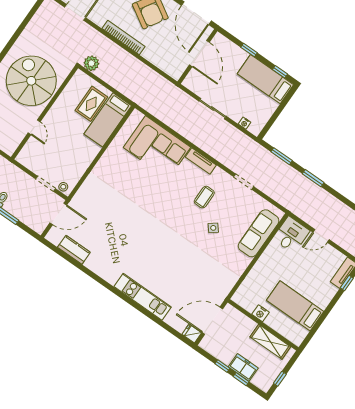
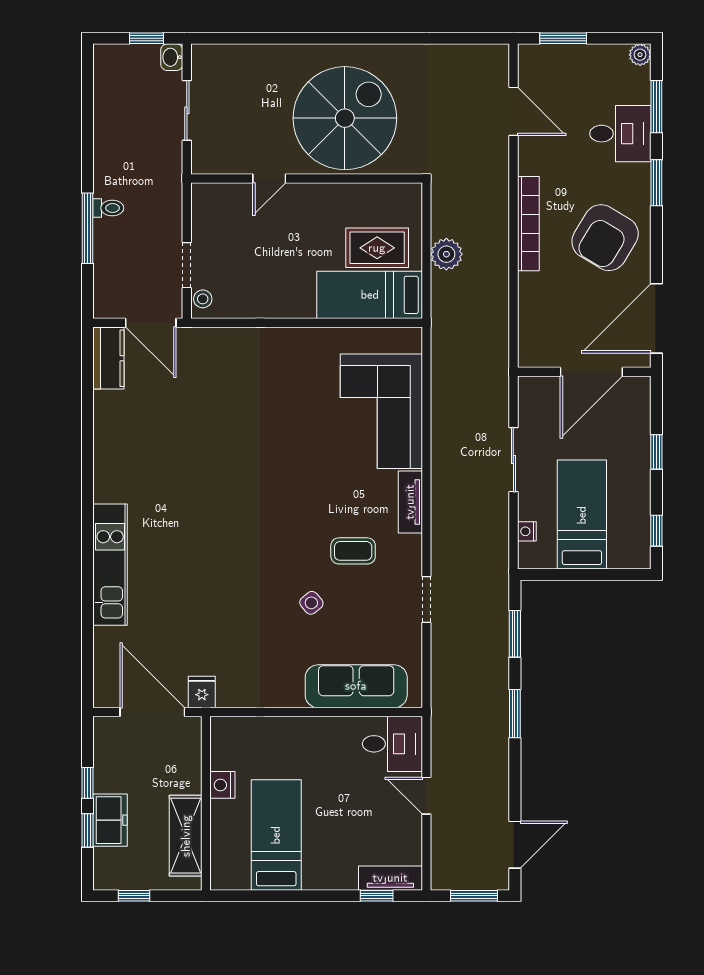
plant: (91, 63) -> (446, 254), moved
bed: (265, 79) -> (582, 515), moved
kitchen counter: (74, 250) -> (108, 358), moved
fridge: (192, 333) -> (202, 692), moved

